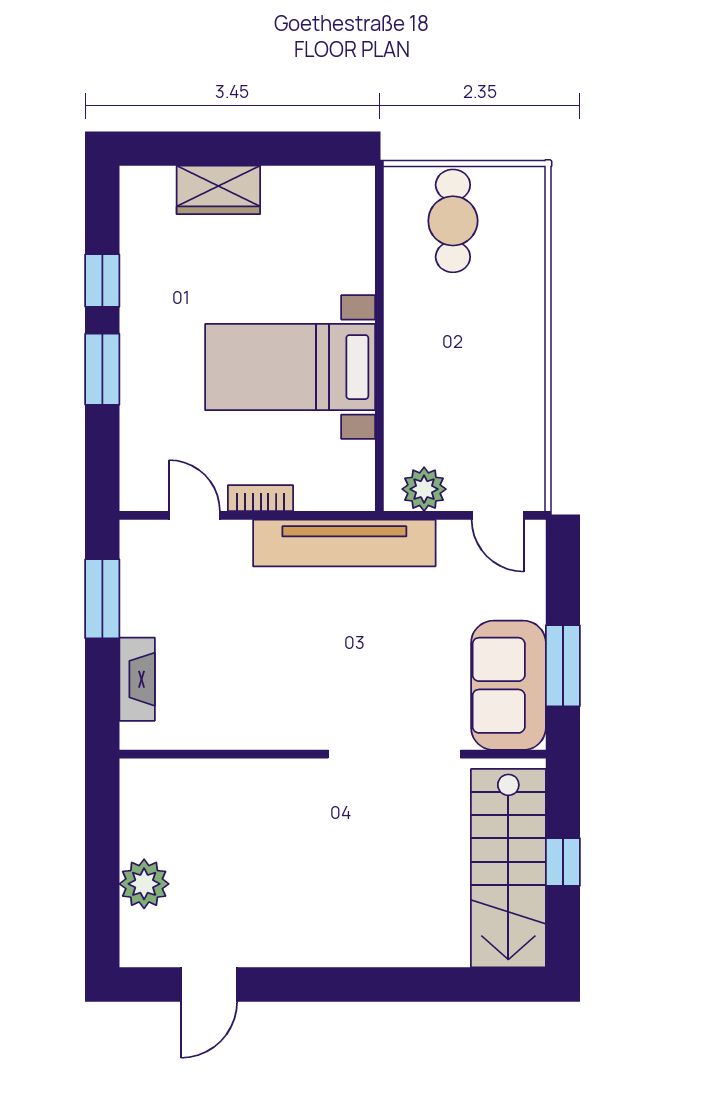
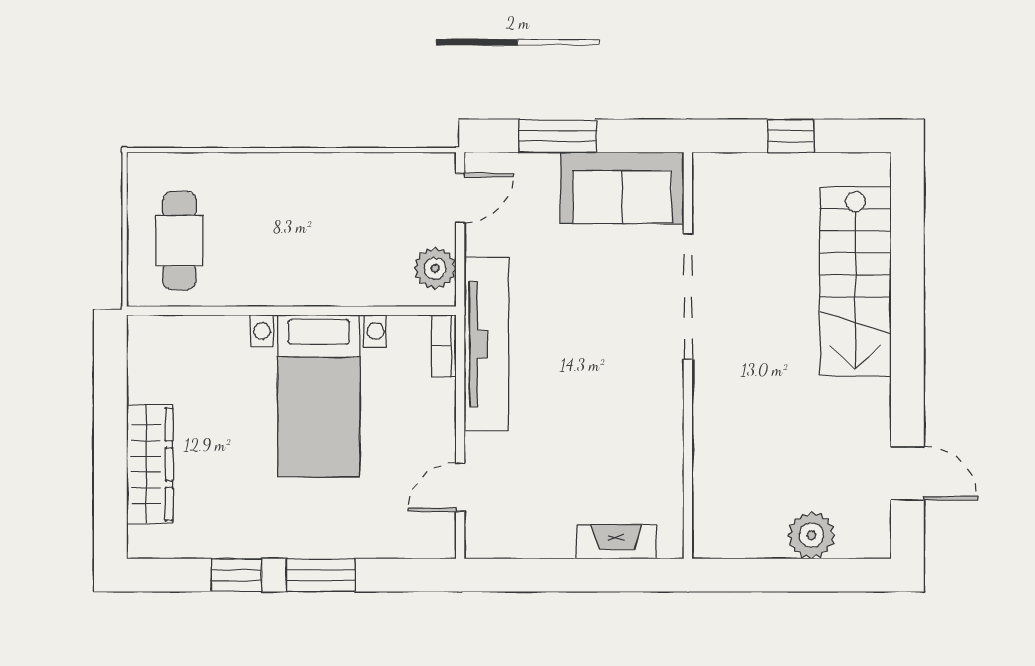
wardrobe: (218, 190) -> (150, 464), width x1.50
cafe table: (453, 221) -> (179, 241), turned 90
bookcase: (261, 498) -> (444, 346), moved
window: (102, 599) -> (540, 575), removed
window: (563, 666) -> (558, 136), moved
stairs: (508, 868) -> (856, 281), moved, turned 90

